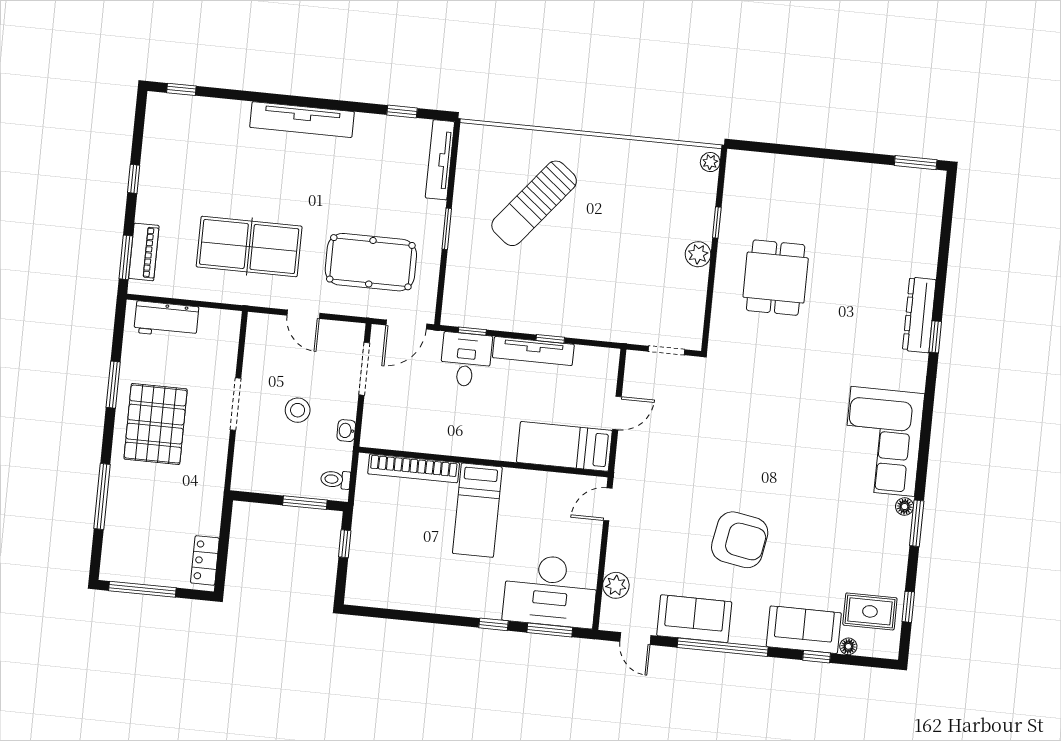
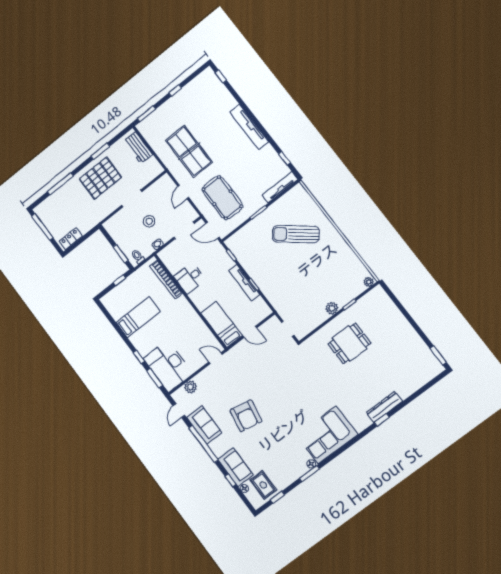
piano: (144, 252) -> (154, 118), removed
desk: (466, 360) -> (190, 278), moved, turned 180
bed: (477, 510) -> (138, 317), moved, turned 180

